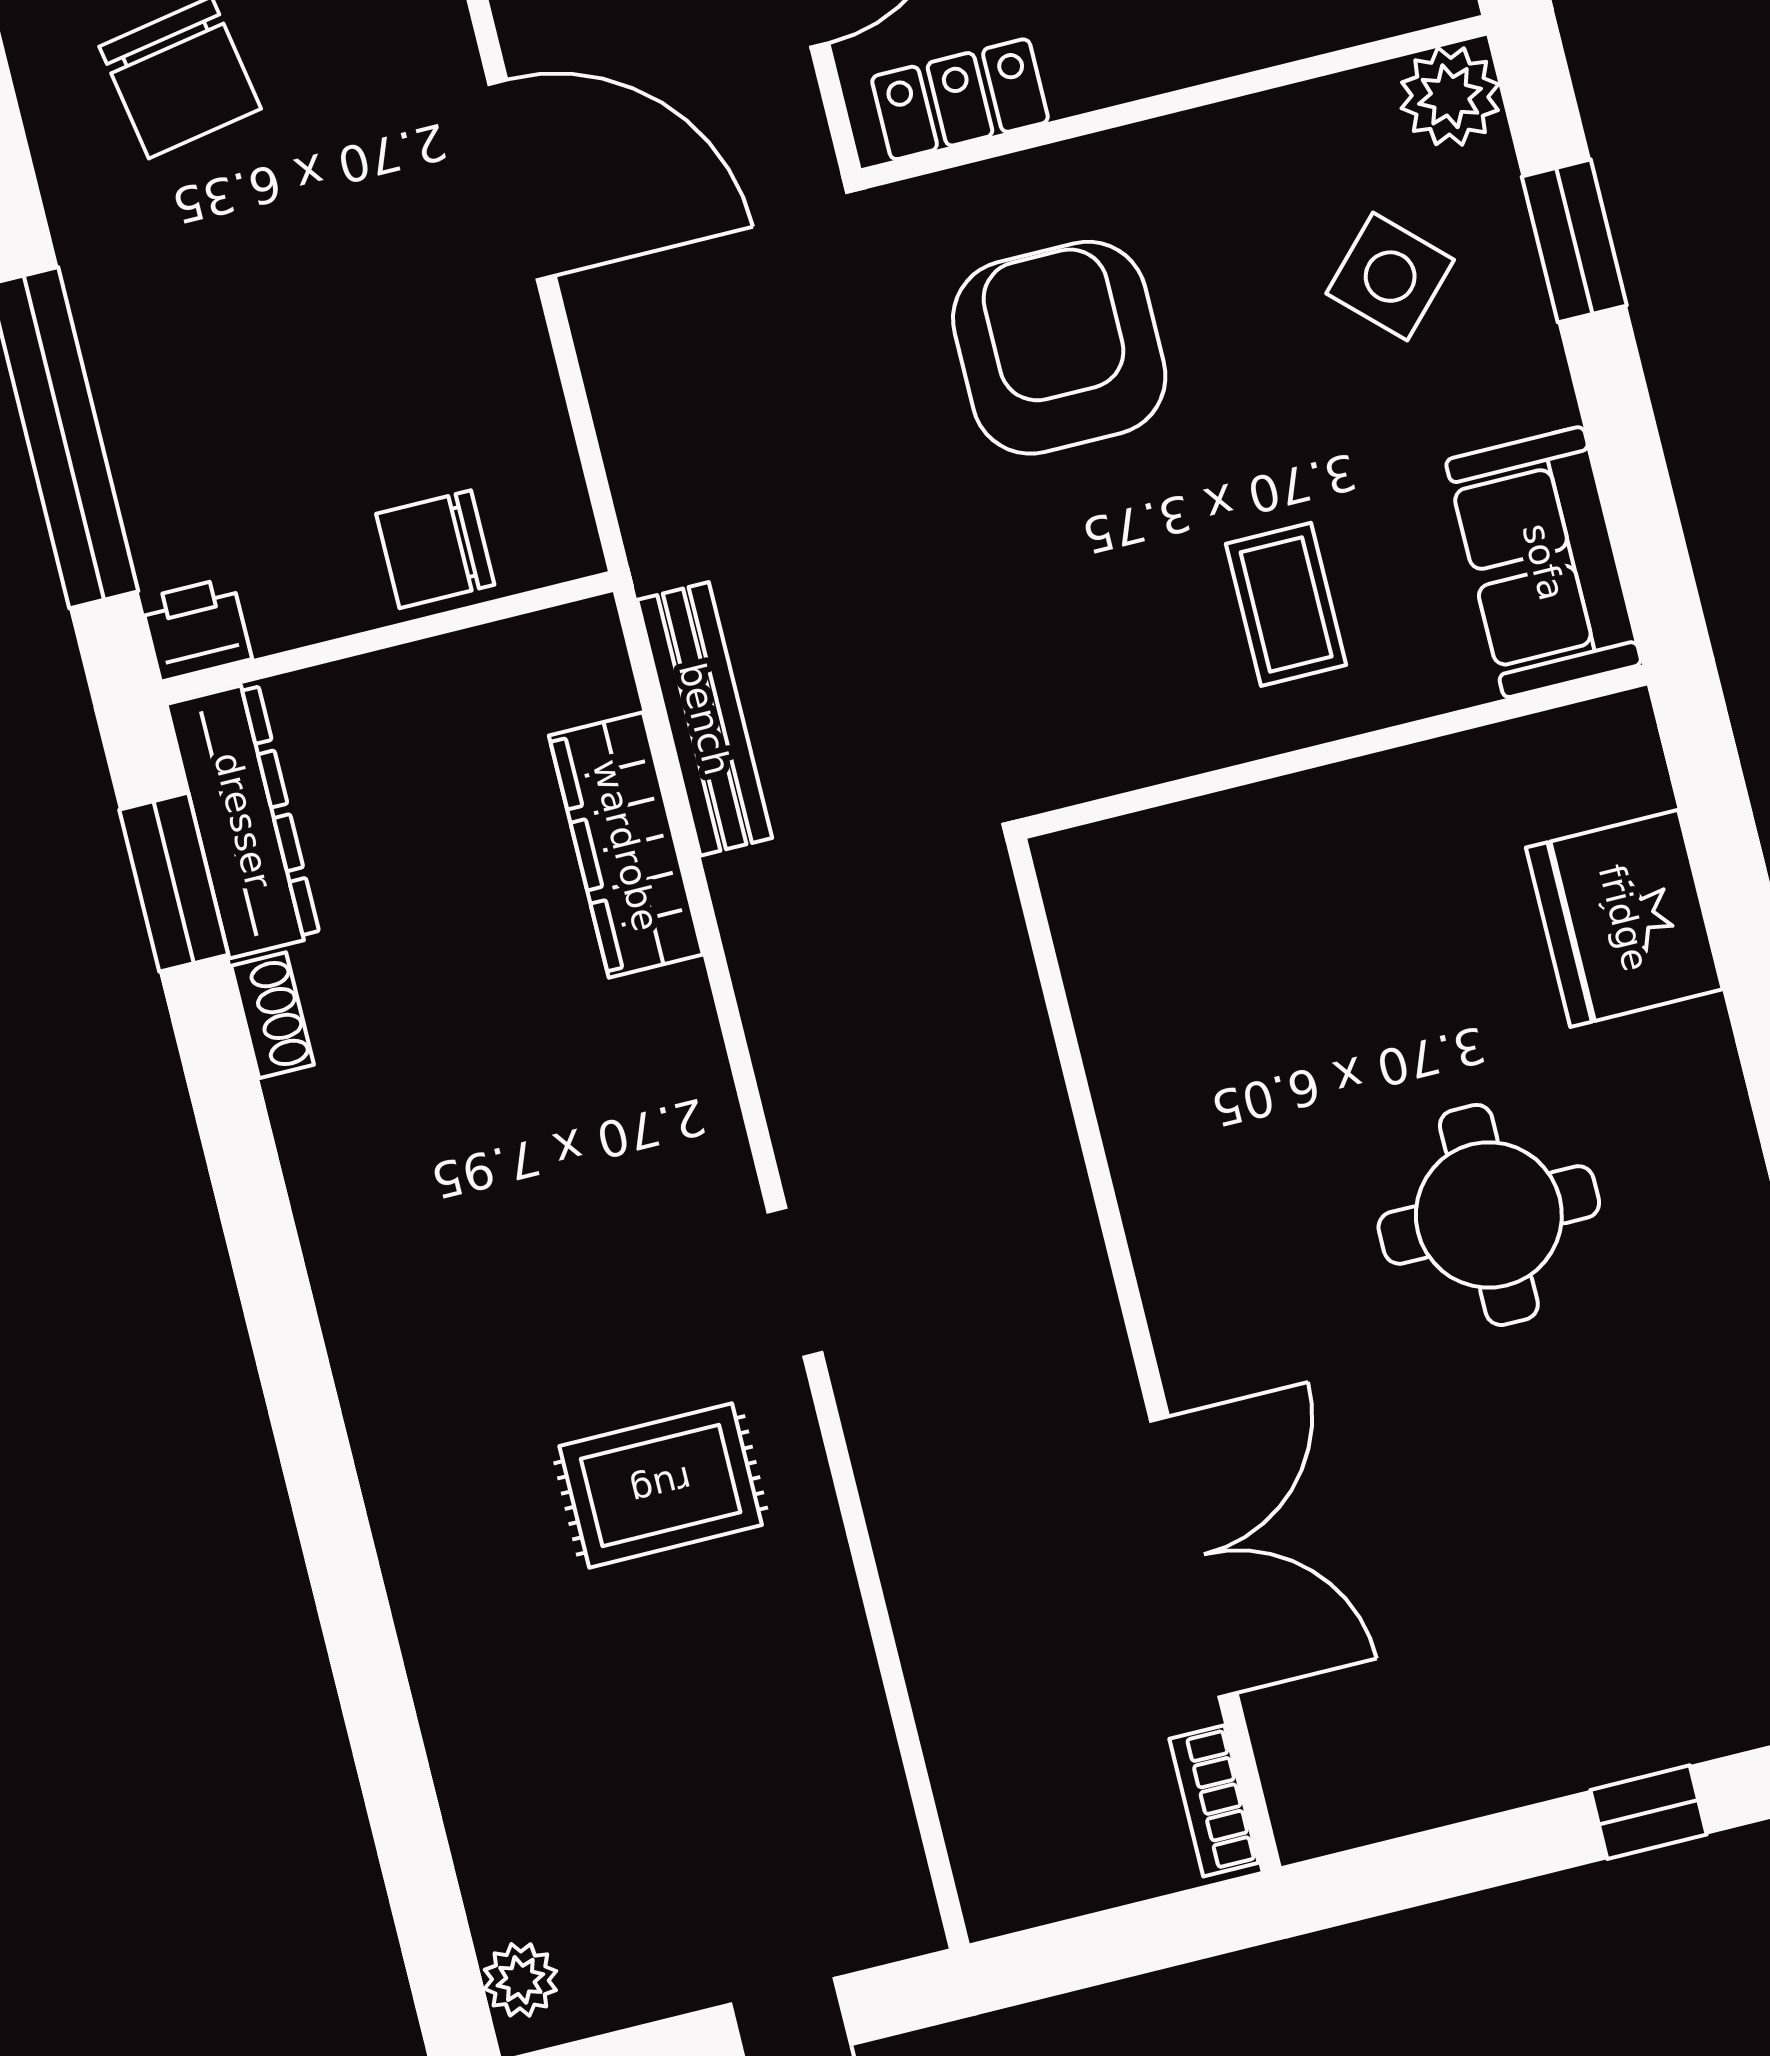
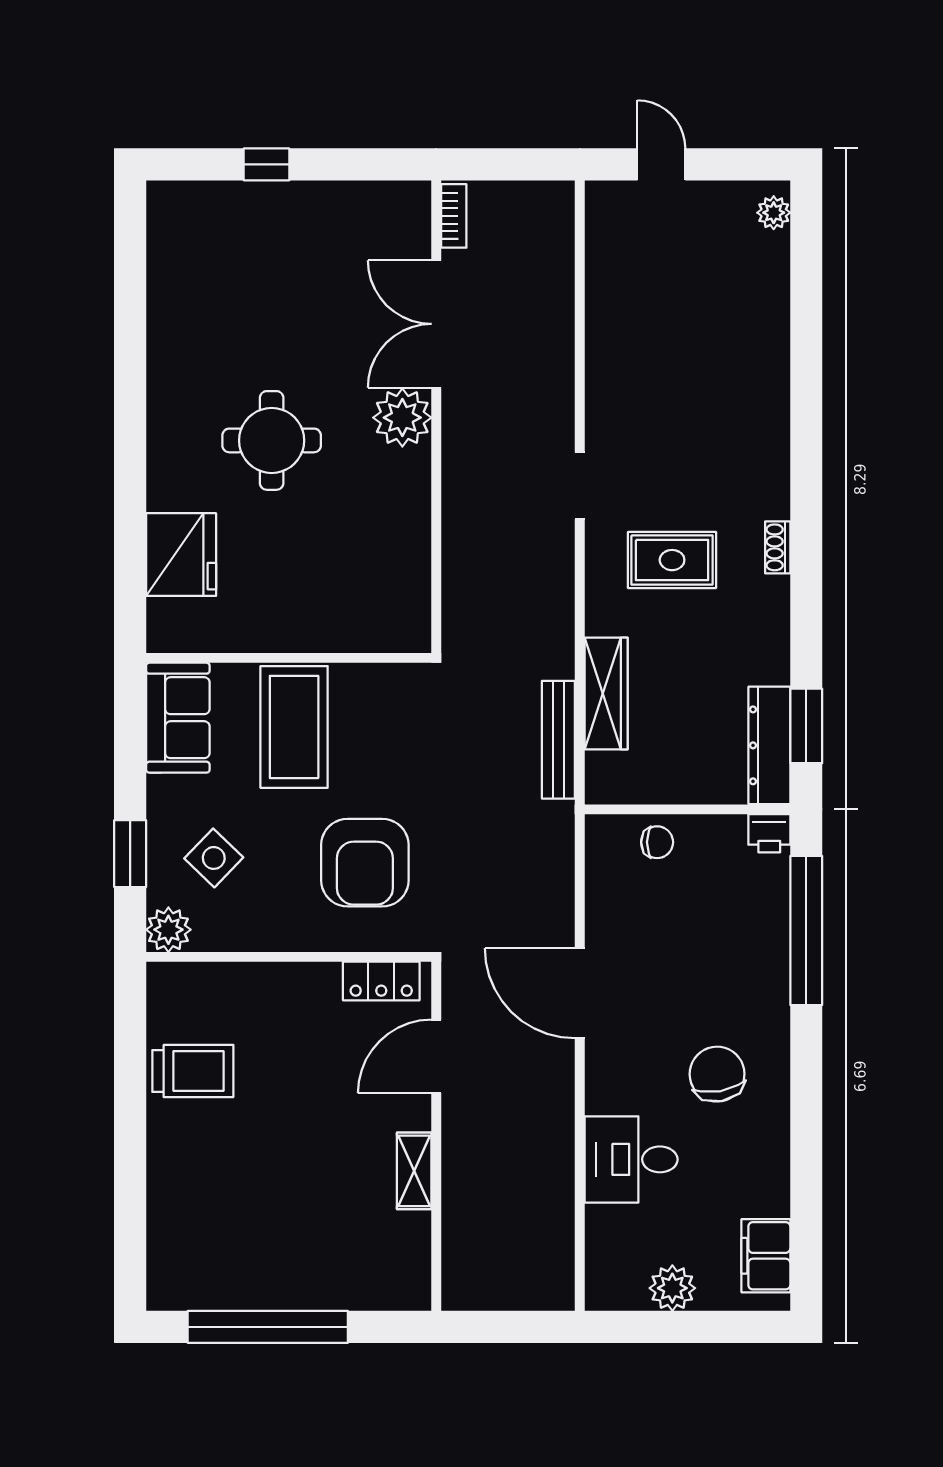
chair: (435, 549) -> (657, 842), width x0.73, depth x0.73
coffee table: (1286, 604) -> (294, 727), width x1.86, depth x1.72
shoe rack: (272, 1015) -> (778, 547), moved
plant: (1217, 1335) -> (402, 418), added
rug: (661, 1486) -> (672, 560), moved

